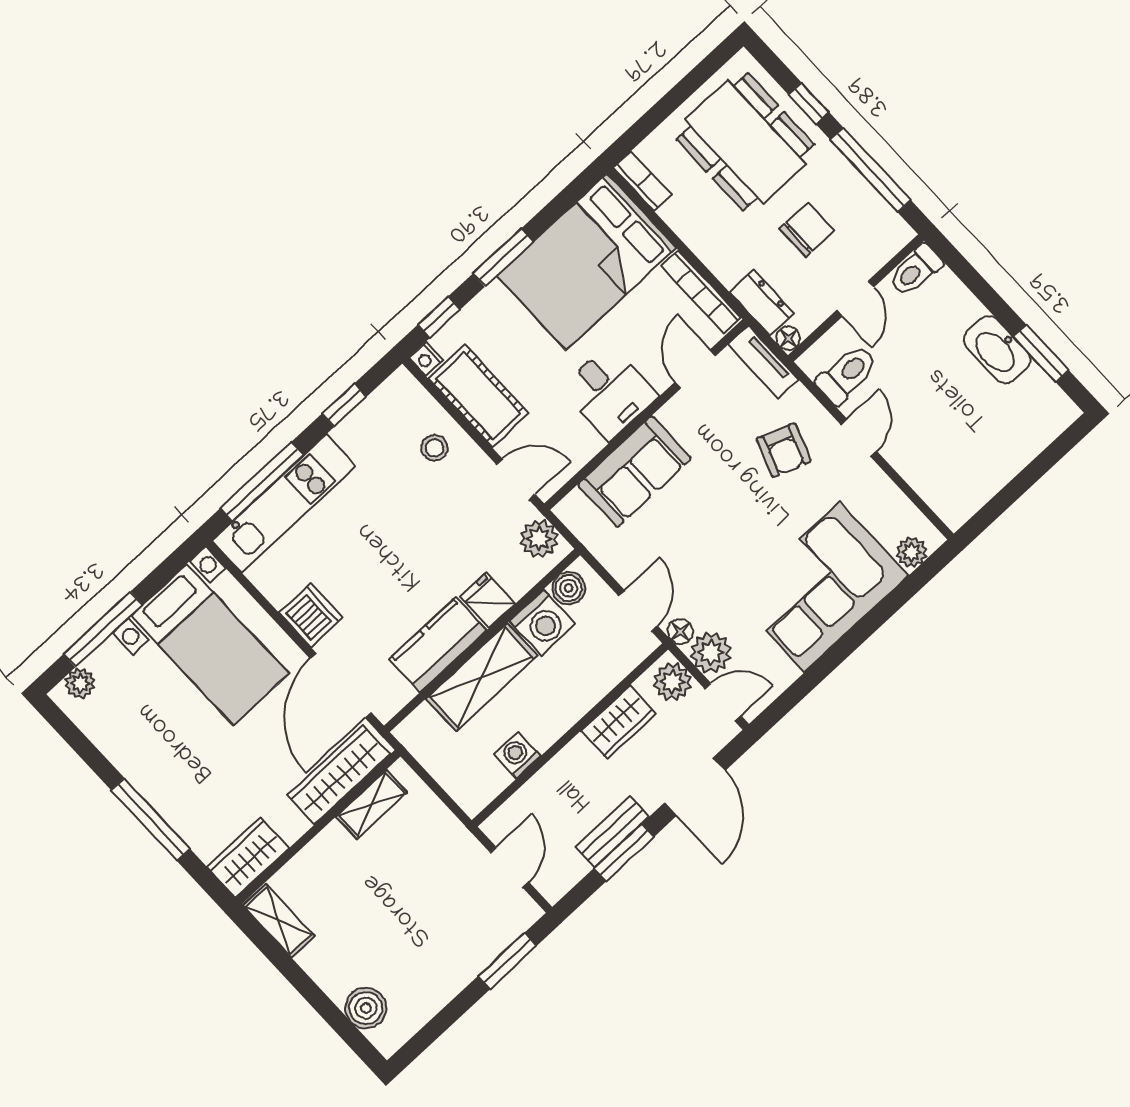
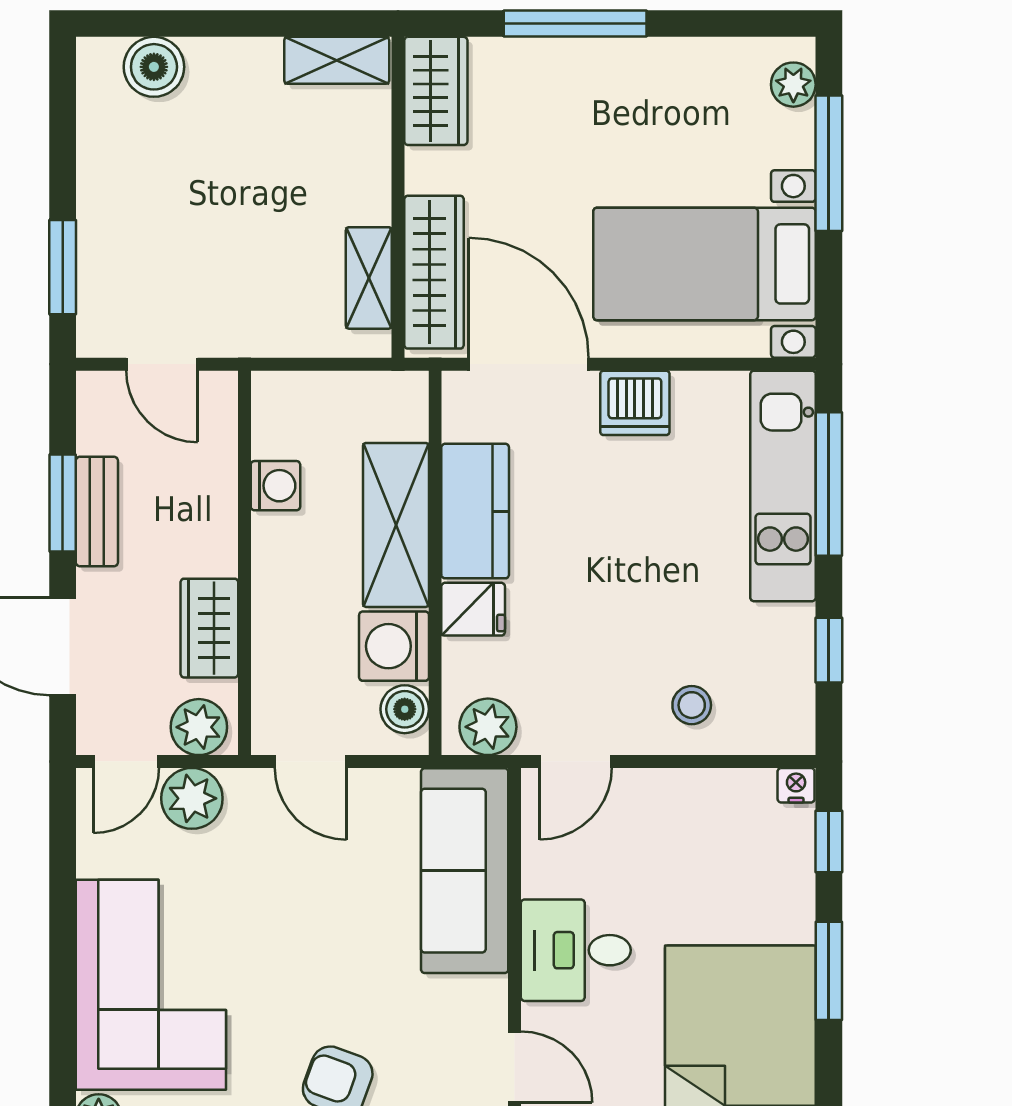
cot: (479, 396) -> (704, 805), removed
sofa: (634, 472) -> (465, 871), width x1.36
floor lamp: (680, 632) -> (245, 786), removed

